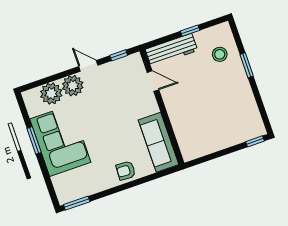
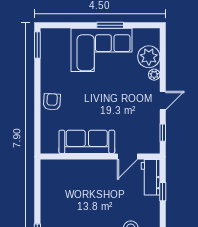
window: (190, 31) -> (163, 192), moved
workbench: (171, 50) -> (151, 177), width x0.73
plant: (73, 86) -> (154, 75), width x0.53, depth x0.53
sofa: (159, 142) -> (87, 142), moved

